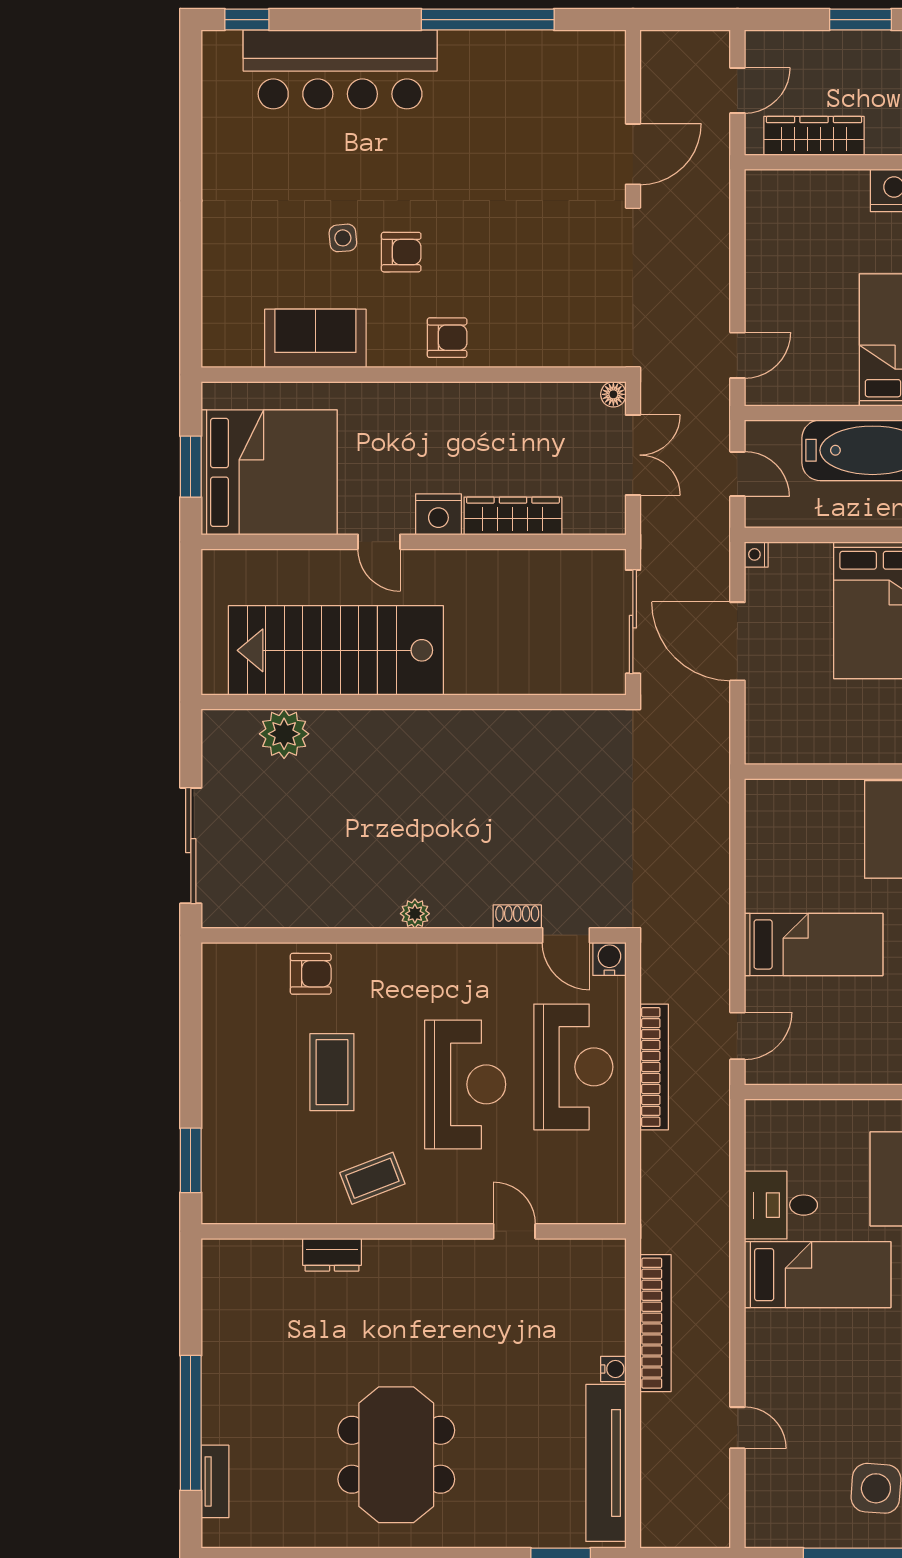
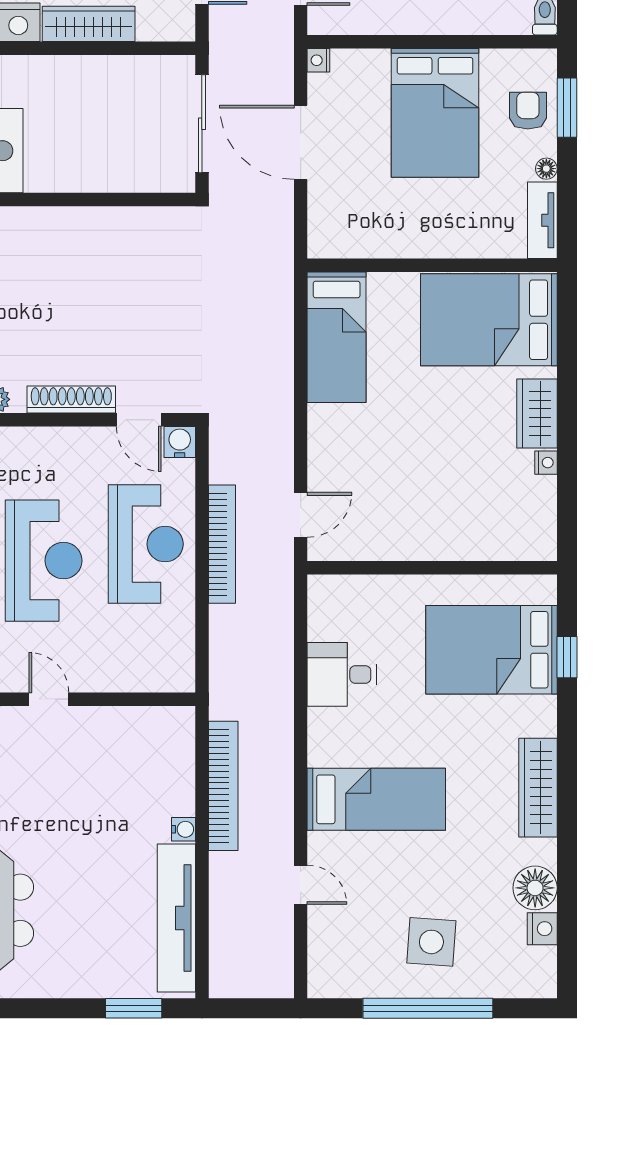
shoe rack: (517, 917) -> (71, 400), width x1.94, depth x1.24
bed: (814, 944) -> (337, 337), moved, turned 90
door: (514, 1231) -> (49, 699), moved
bed: (818, 1275) -> (376, 799), moved

